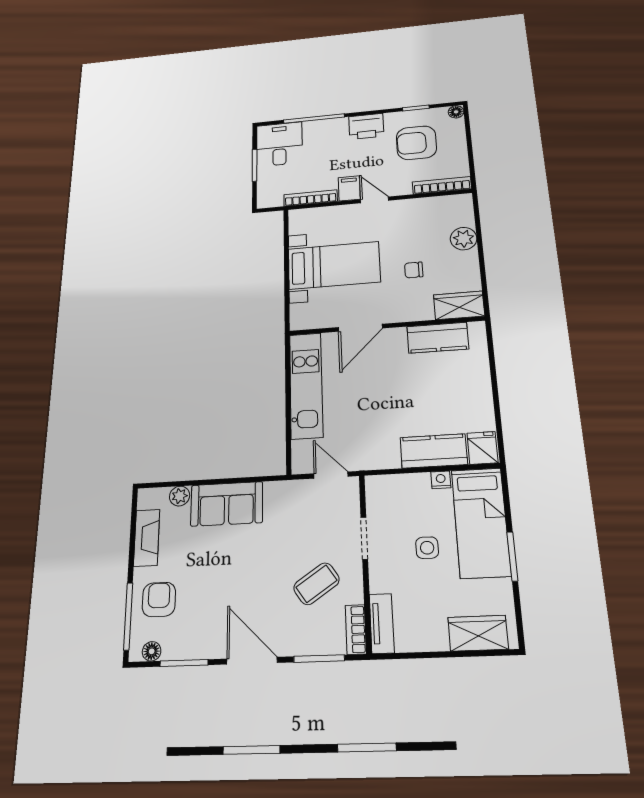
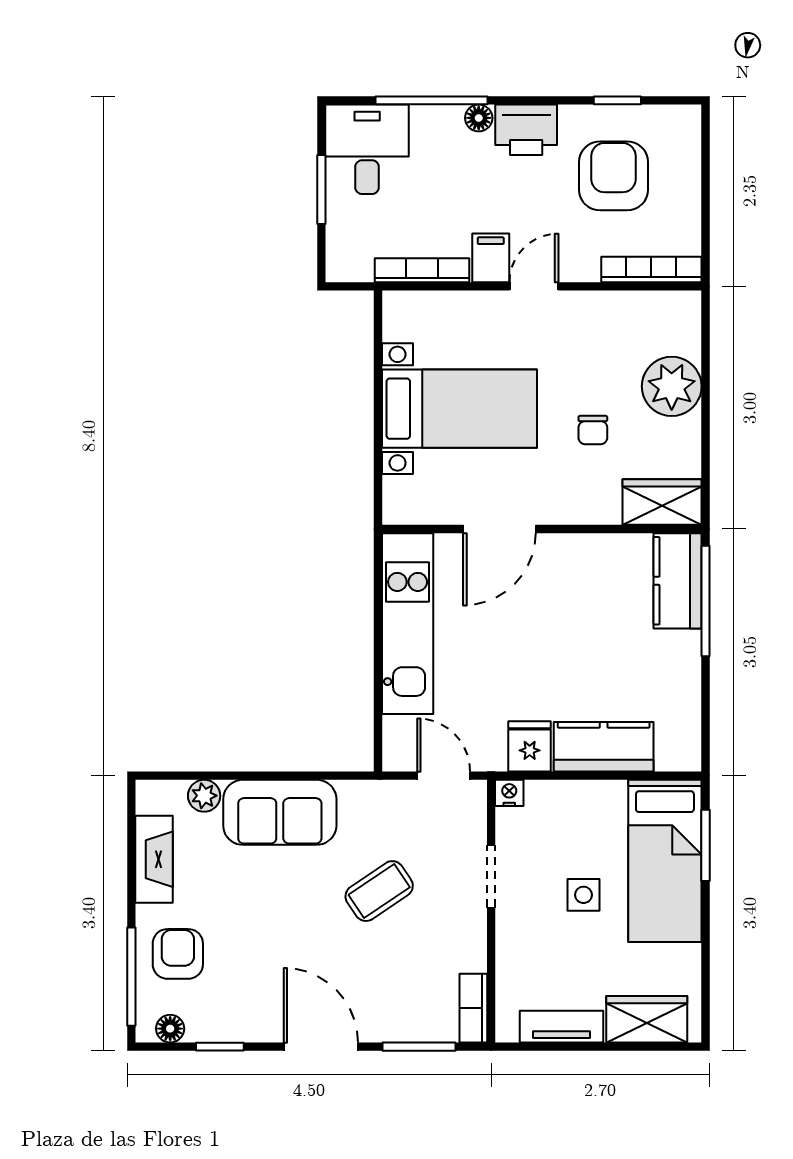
floor lamp: (456, 112) -> (479, 118), moved
armchair: (416, 143) -> (614, 176), turned 90
door: (375, 200) -> (534, 286), hinge flipped
plant: (464, 239) -> (672, 386), width x1.36, depth x1.36
chair: (414, 270) -> (593, 430), turned -90
kitchen counter: (438, 338) -> (678, 581), moved, turned 90
window: (492, 359) -> (706, 601), added
fridge: (482, 448) -> (530, 746), moved
nightstand: (441, 480) -> (509, 793), moved
window: (512, 556) -> (706, 845), moved
coffee table: (316, 584) -> (379, 891), moved
tv unit: (382, 623) -> (562, 1027), moved, turned -90
window: (184, 663) -> (220, 1047), width x0.67

